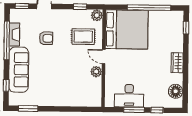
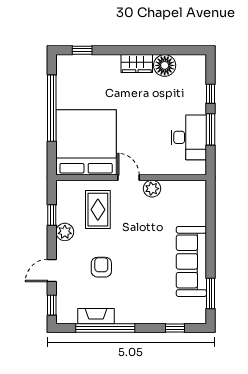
plant: (97, 15) -> (65, 232), moved
door: (104, 56) -> (128, 178), swing flipped
sofa: (19, 70) -> (191, 261), moved, turned -90
floor lamp: (176, 91) -> (165, 65), moved

